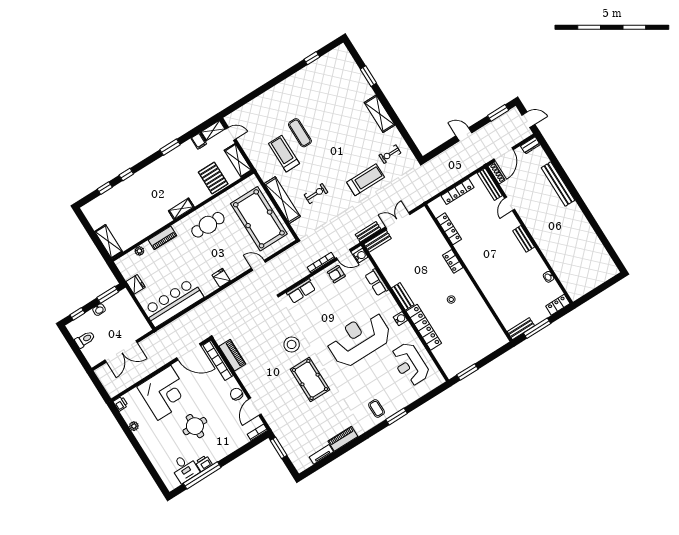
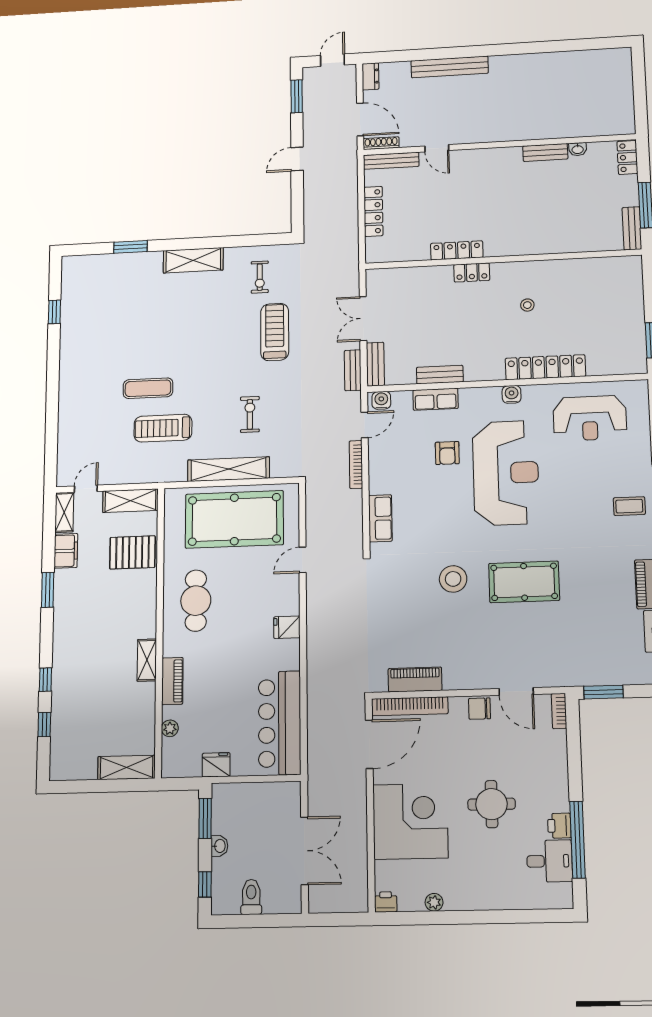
filing cabinet: (199, 141) -> (66, 551), width x2.00
shelving: (181, 209) -> (147, 660), moved
locker: (449, 229) -> (457, 250), moved
bench: (524, 239) -> (545, 153), moved
armchair: (336, 274) -> (447, 453), moved
bench: (403, 296) -> (440, 375), moved
reception desk: (359, 339) -> (506, 473), turned 180

